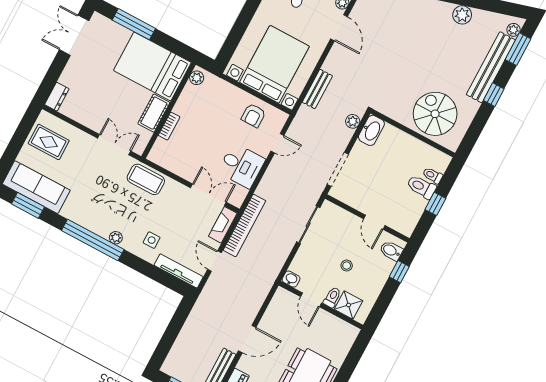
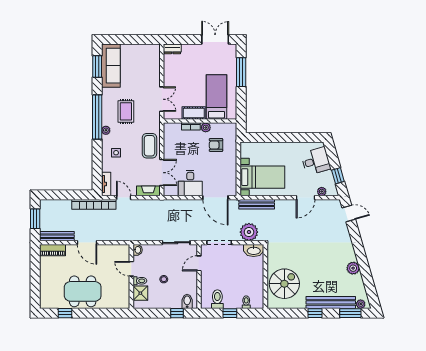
bed with nightstands: (274, 64) -> (262, 177), width x0.73
bed: (152, 66) -> (217, 97), width x0.67
plant: (197, 78) -> (206, 127), moved
bench: (317, 89) -> (257, 204), width x1.36
armchair: (254, 115) -> (216, 145), moved
plant: (353, 121) -> (249, 232), width x1.88, depth x1.88
rug: (49, 142) -> (126, 111), moved
door: (277, 143) -> (215, 198), width x1.88
coffee table: (146, 179) -> (149, 146), moved
toilet: (421, 187) -> (217, 299), moved
door: (374, 222) -> (199, 263), moved
bookcase: (244, 225) -> (94, 204), moved
door: (214, 261) -> (124, 198), hinge flipped
tv unit: (179, 271) -> (106, 184), width x0.71
door: (311, 300) -> (131, 269), hinge flipped

